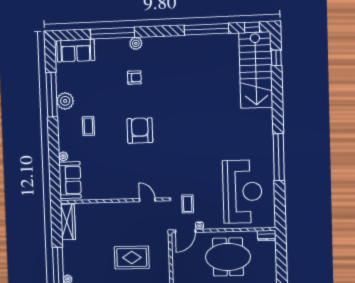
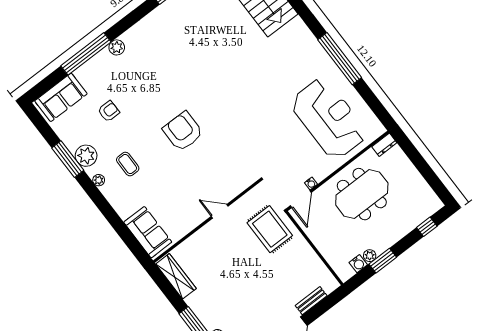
armchair: (134, 78) -> (109, 111), moved
window: (52, 95) -> (68, 159), width x0.68
plant: (63, 156) -> (99, 180), moved
door: (147, 200) -> (220, 211), moved
coffee table: (188, 204) -> (283, 170), removed
rug: (132, 258) -> (270, 229), moved, turned 90

